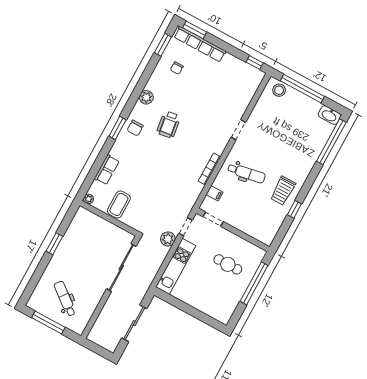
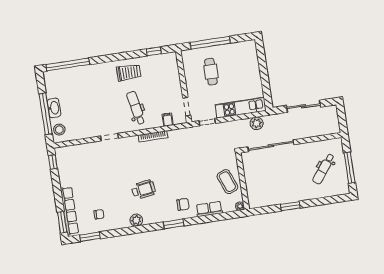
washbasin: (329, 115) -> (54, 108), moved
chair: (135, 128) -> (183, 204), moved
coffee table: (119, 204) -> (227, 182), turned 69
window: (294, 209) -> (154, 51), moved
plant: (168, 239) -> (257, 123), moved

